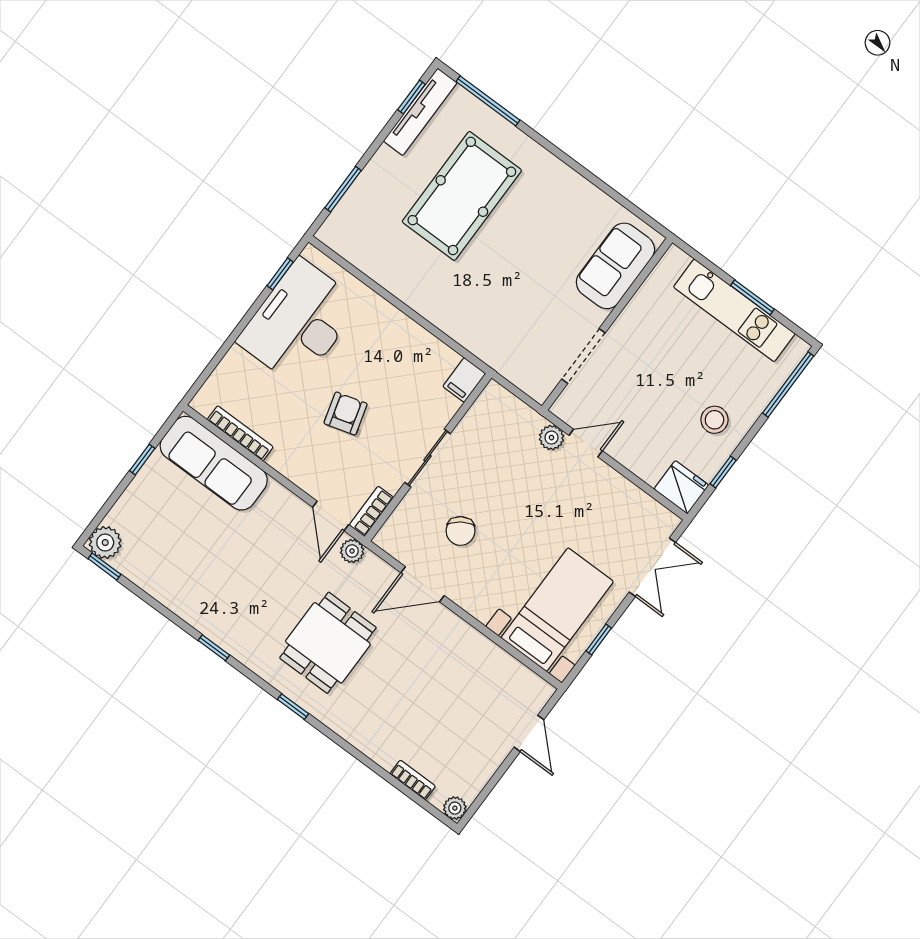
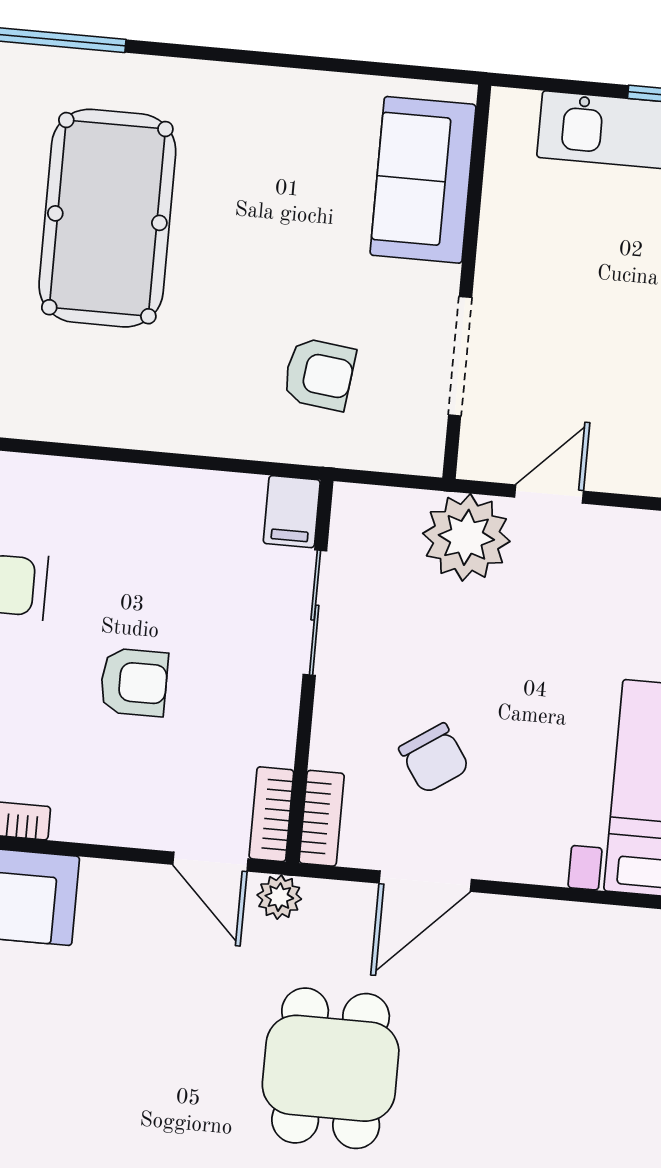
armchair: (515, 325) -> (319, 374), added
armchair: (346, 414) -> (134, 682), turned 106
plant: (551, 438) -> (466, 537), width x1.88, depth x1.88
sliding door: (428, 458) -> (315, 613), moved
bookcase: (393, 527) -> (322, 818), added

